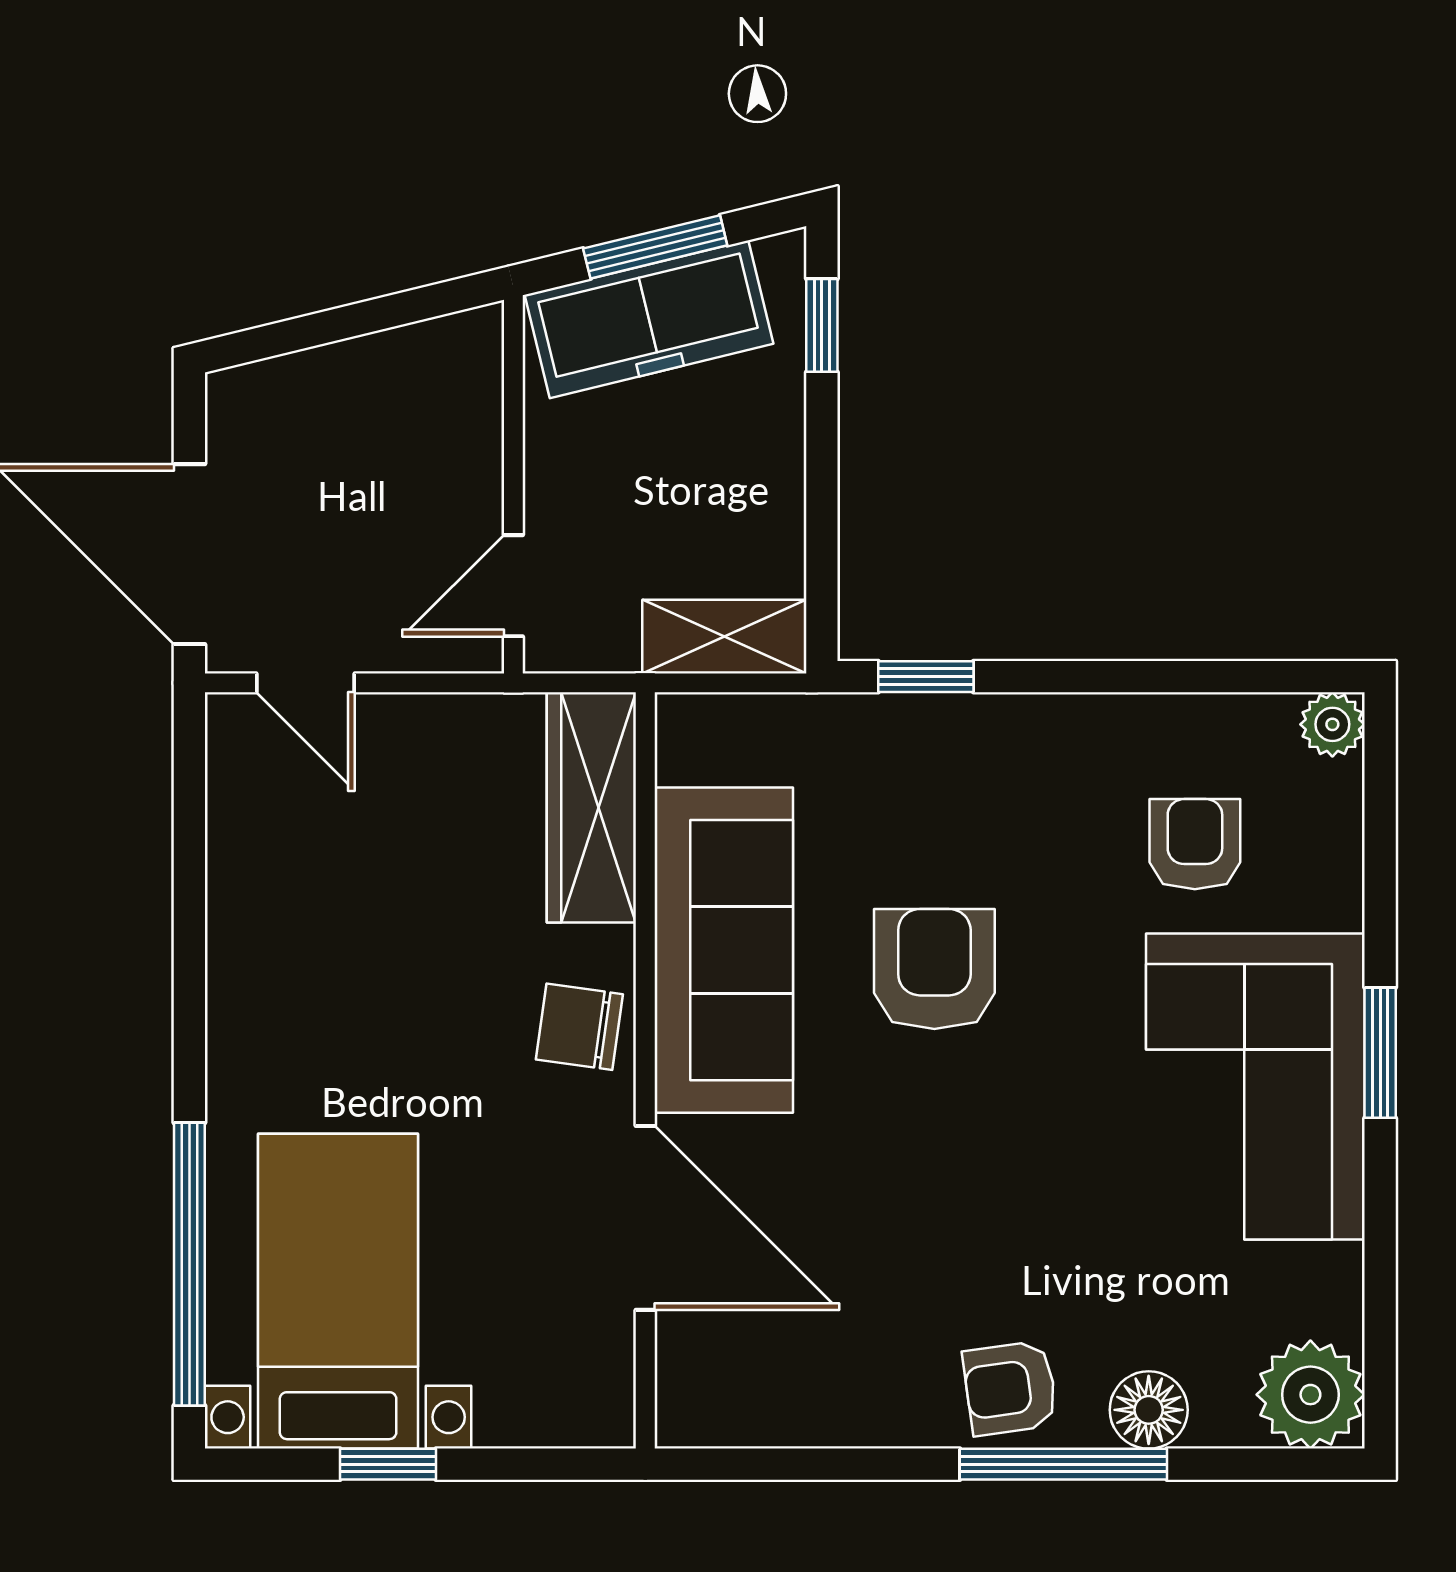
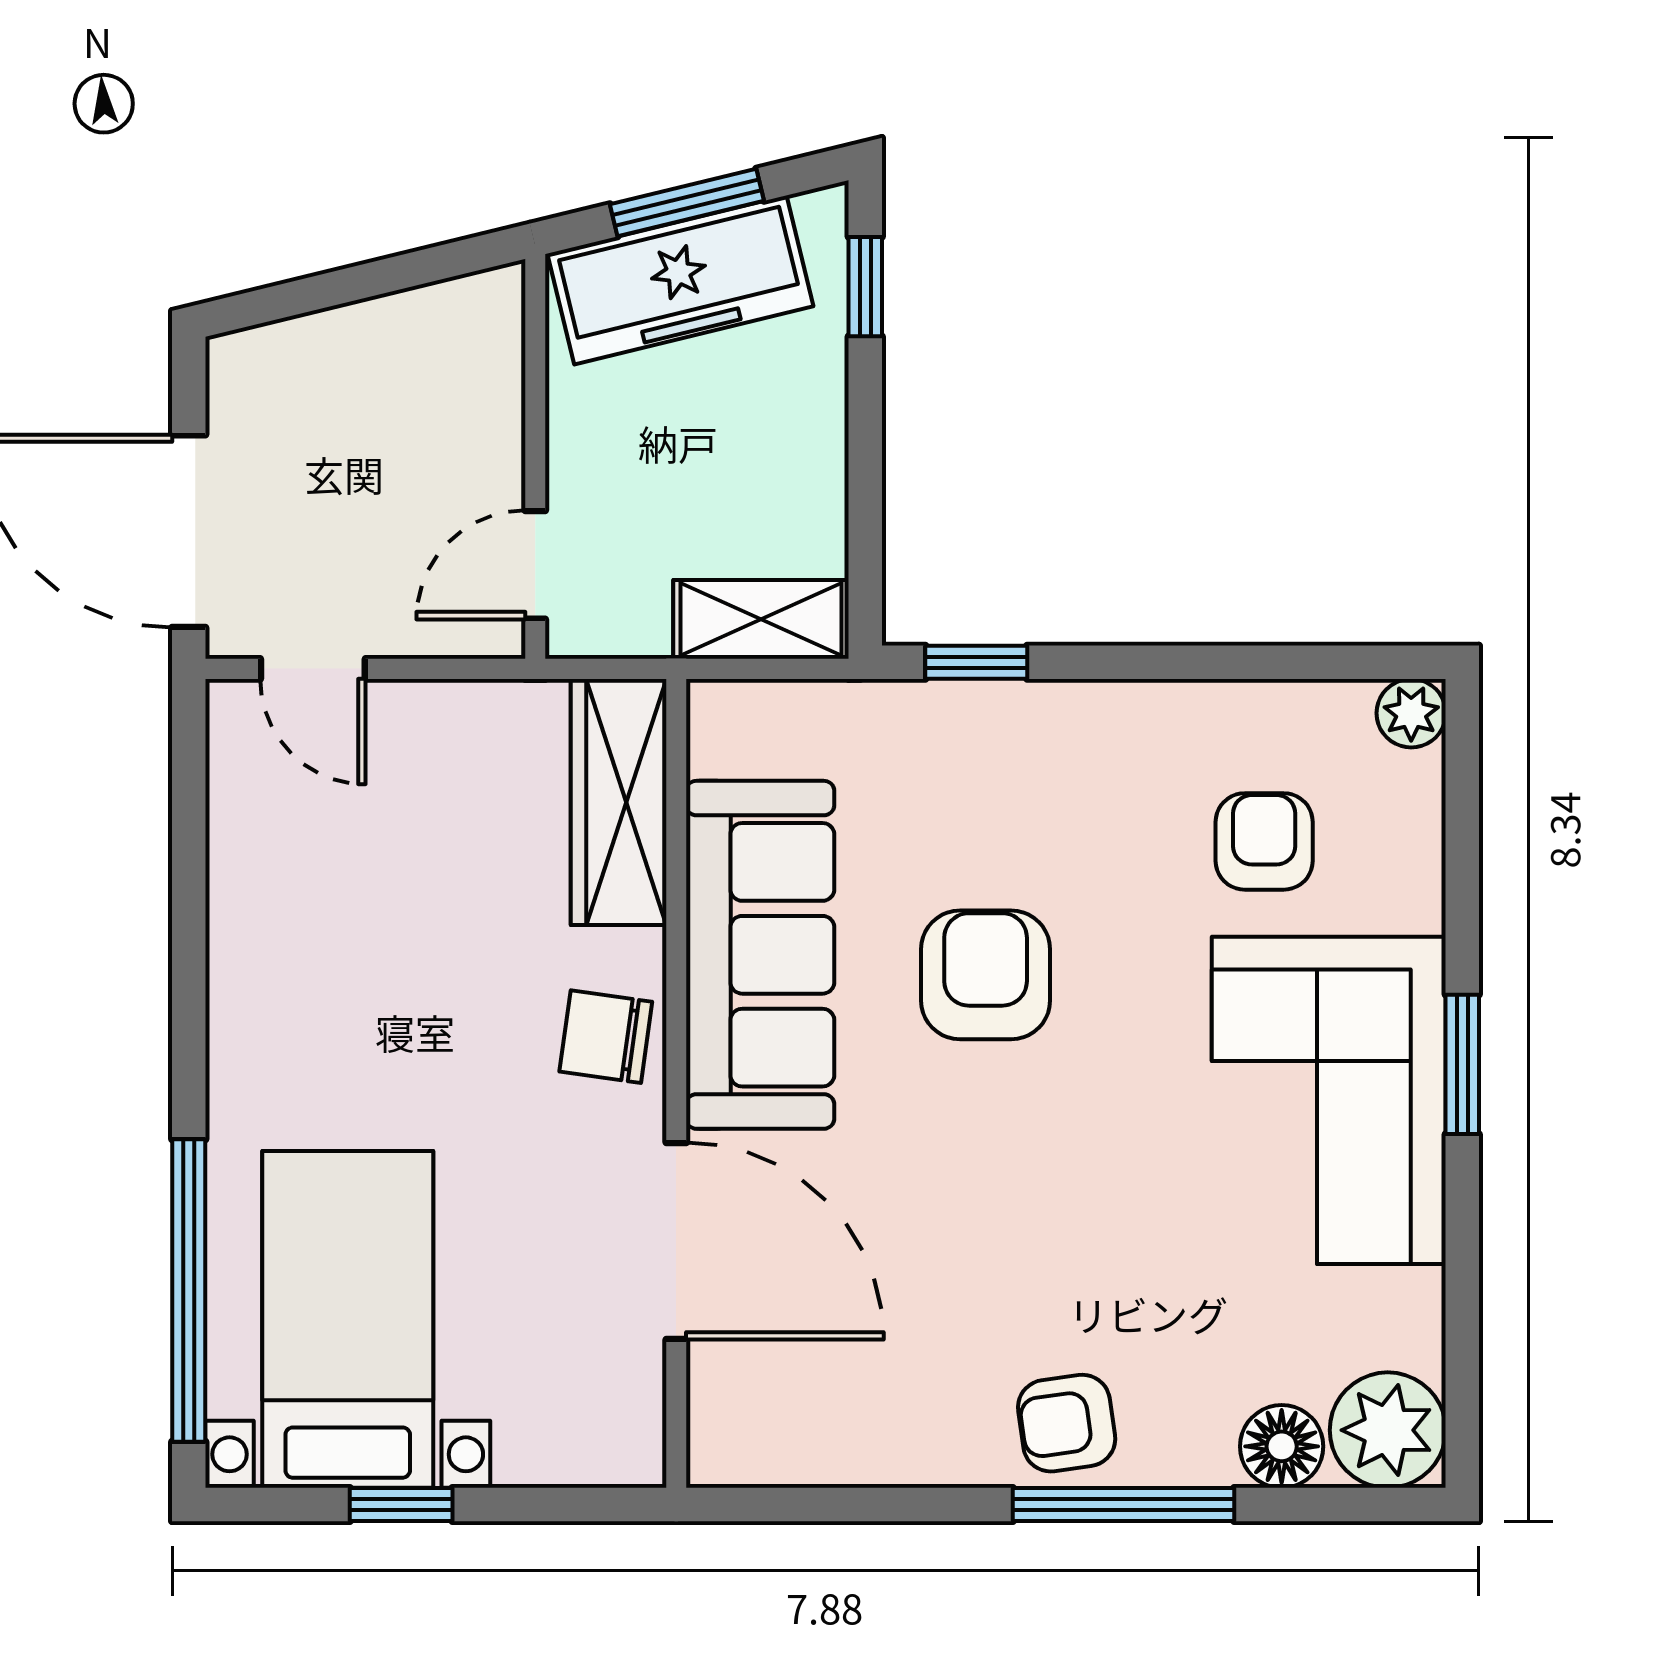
floor lamp: (1149, 1410) -> (1282, 1446), moved

